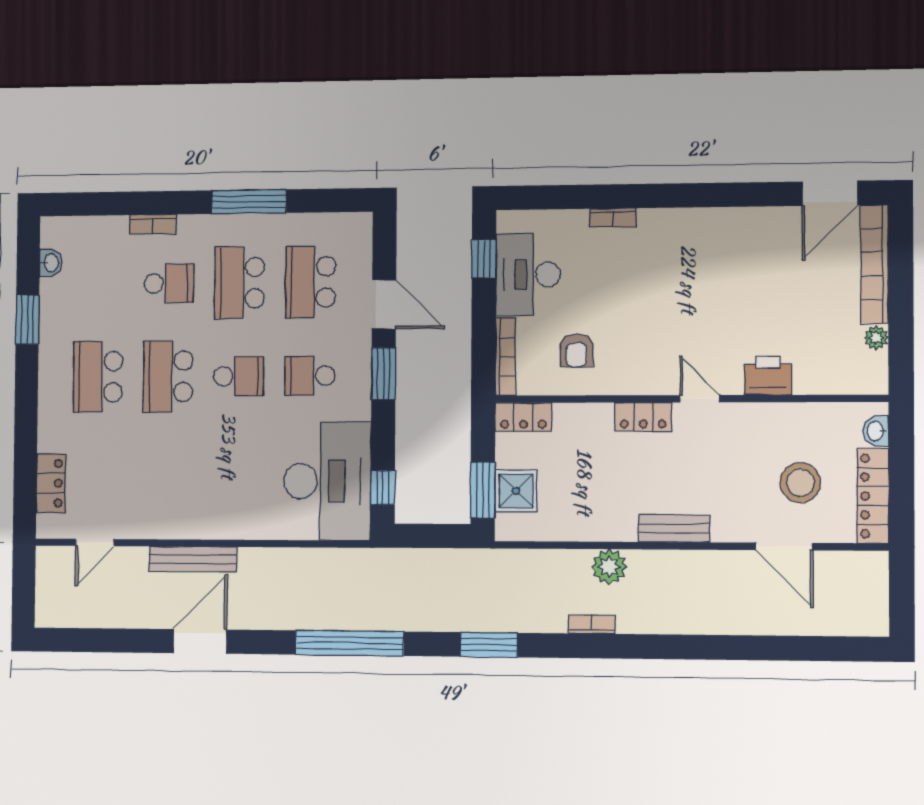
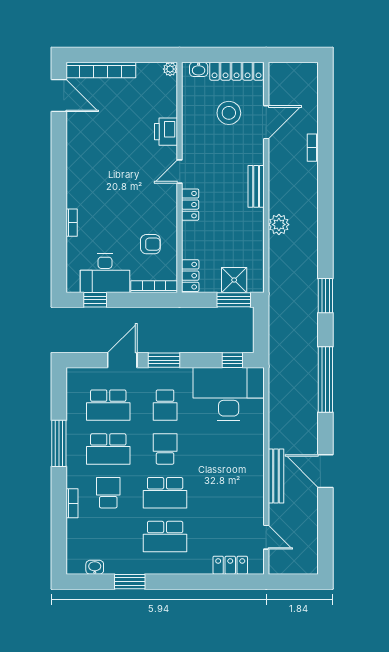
plant: (876, 338) -> (170, 69), moved
bookcase: (592, 624) -> (313, 148), moved

